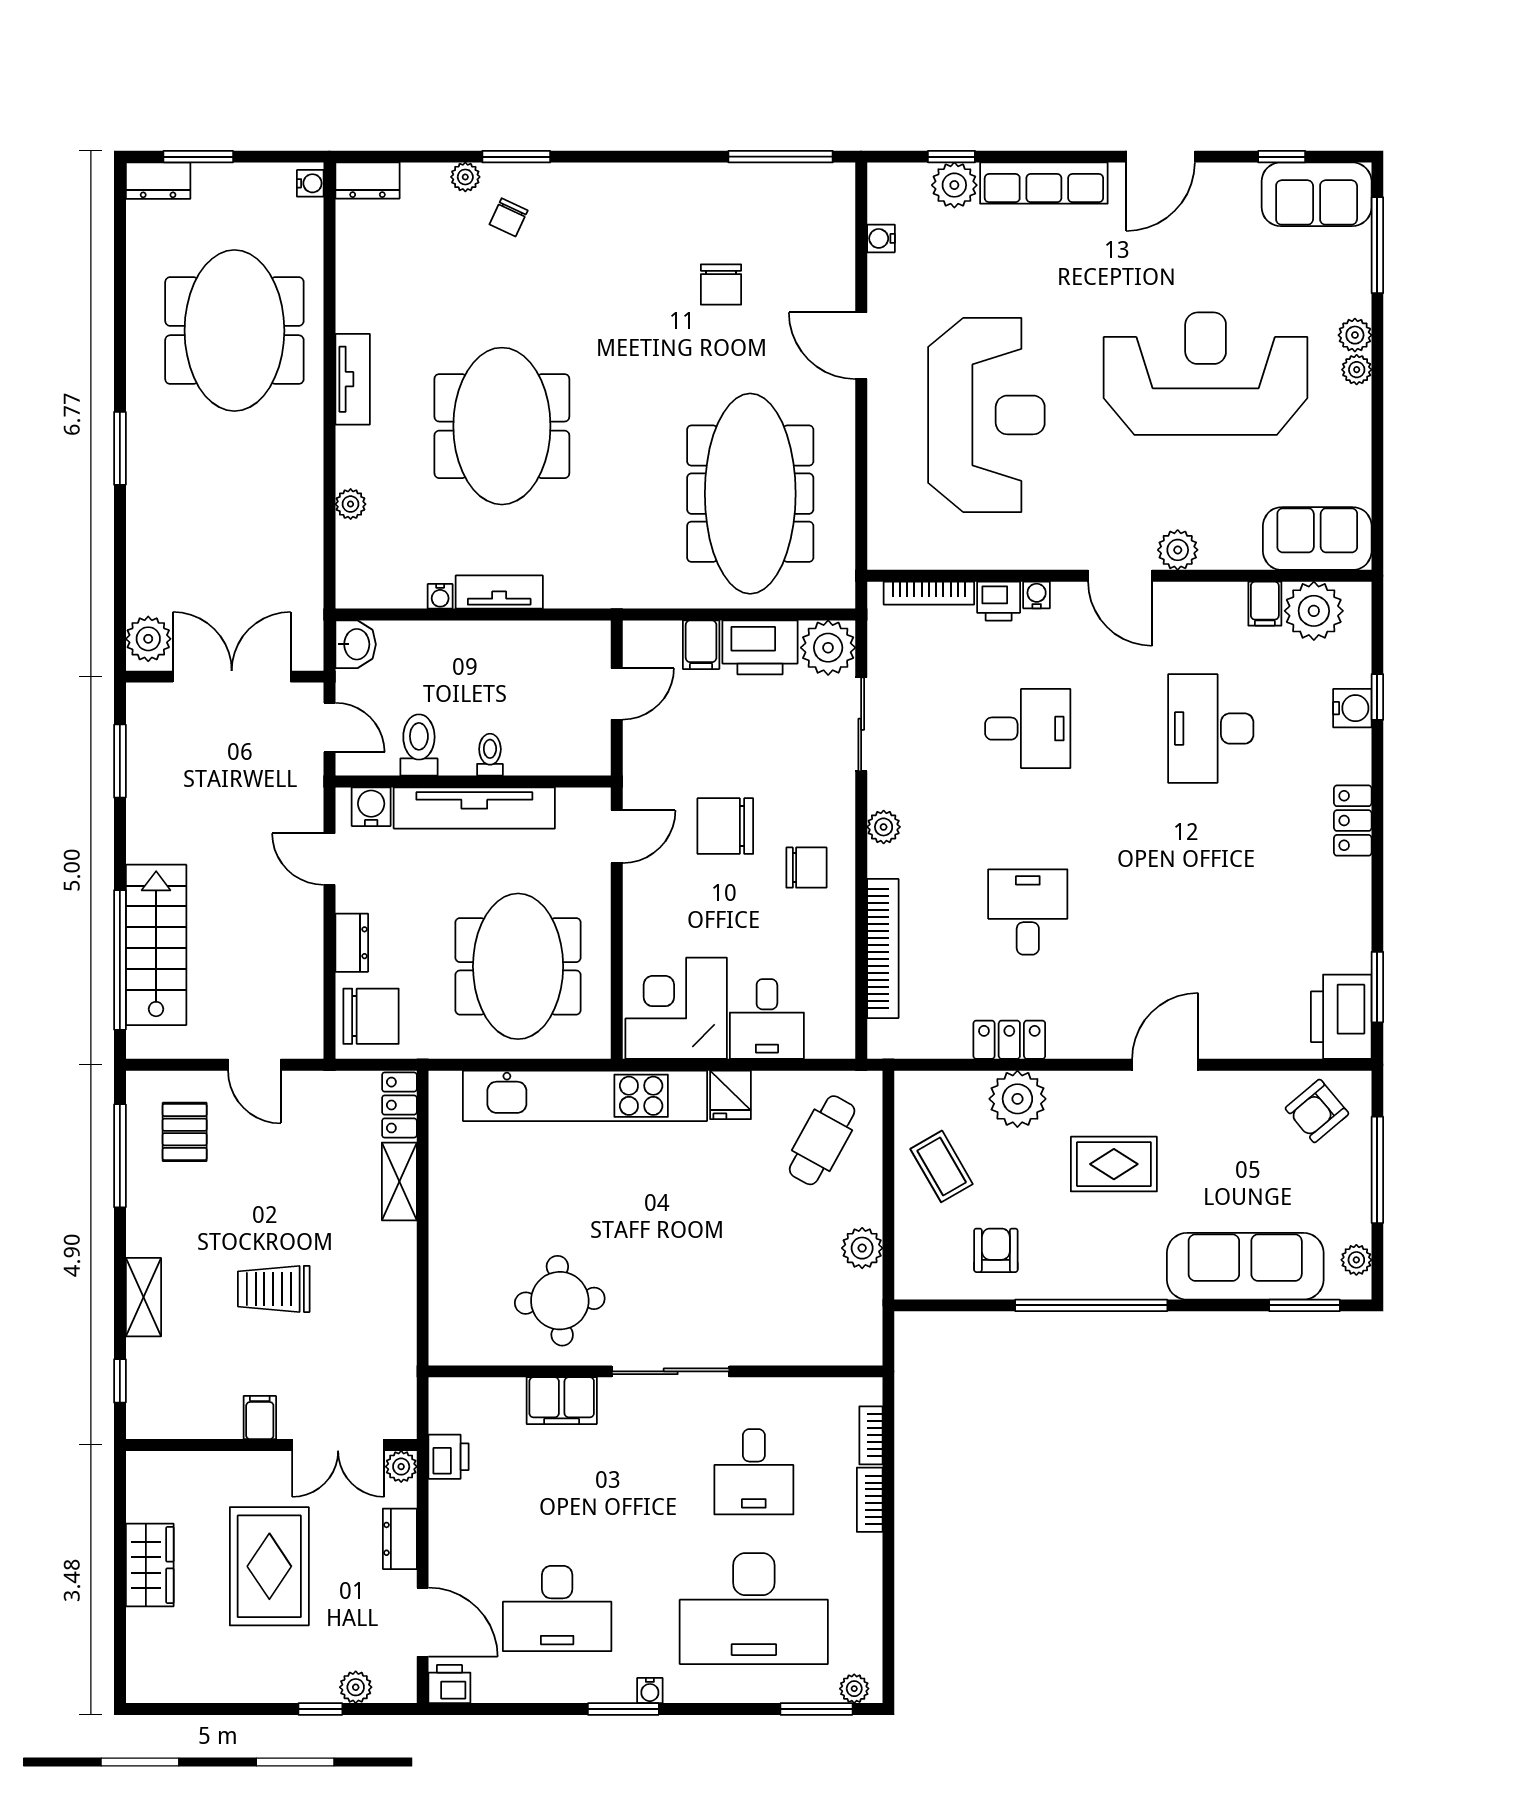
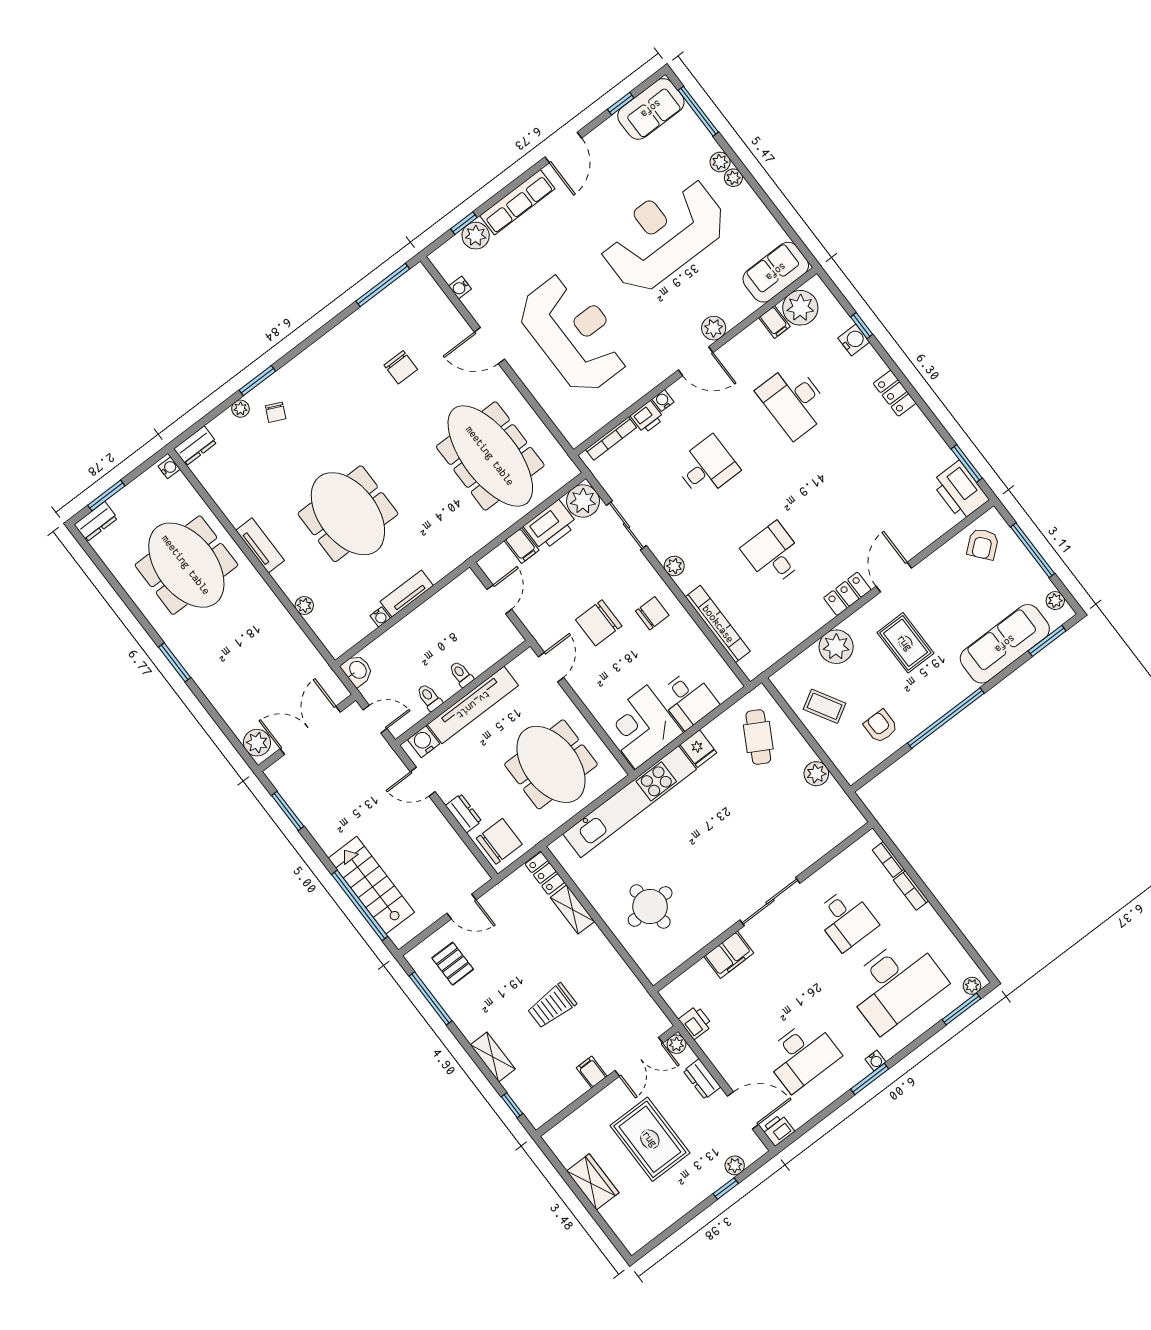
toilet: (419, 745) -> (429, 697), width x0.73, depth x0.72
locker: (1009, 1040) -> (847, 594), moved
rug: (1114, 1164) -> (905, 643), turned 90
round table: (560, 1301) -> (650, 906), moved

